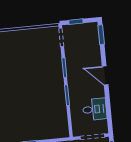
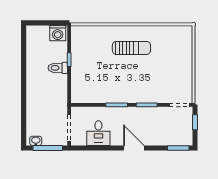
door: (105, 75) -> (134, 148), hinge flipped
sun lounger: (13, 87) -> (131, 48), added

